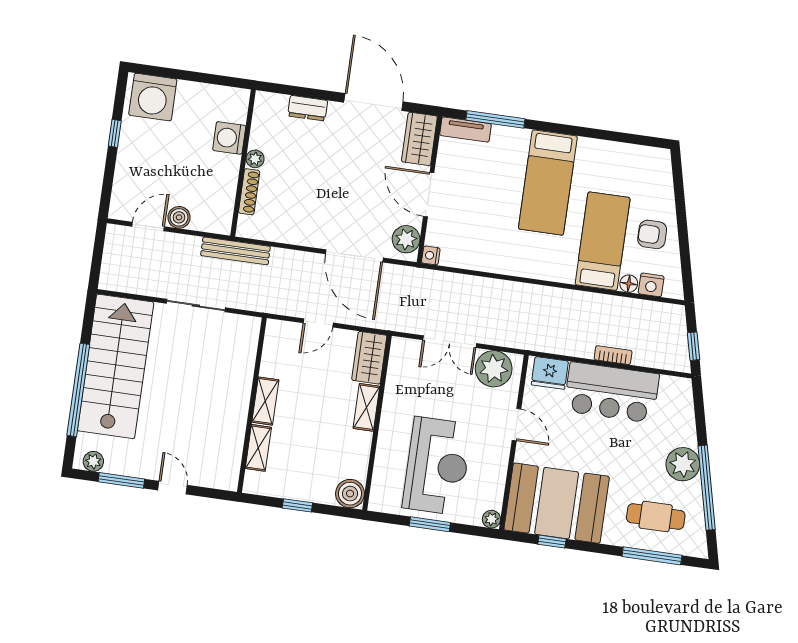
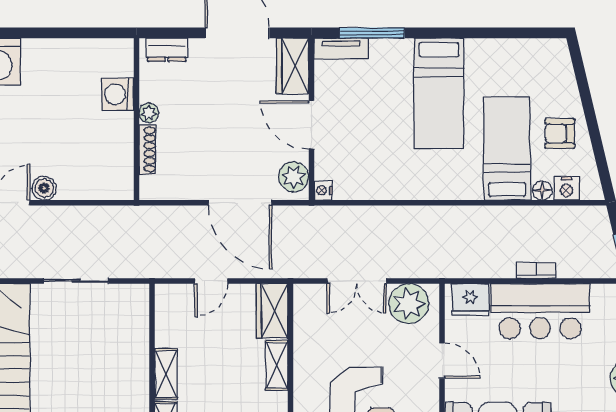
washing machine: (229, 138) -> (118, 94), moved
plant: (255, 159) -> (149, 113), moved
wall: (243, 163) -> (136, 119), moved
shoe rack: (249, 192) -> (147, 149), moved
bench: (235, 251) -> (111, 216), removed

